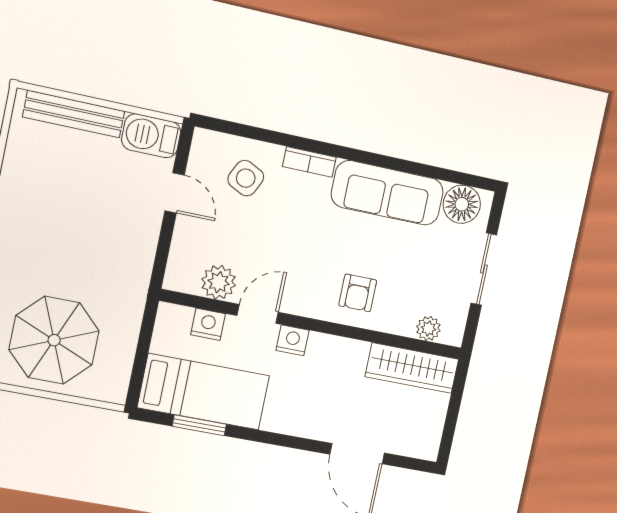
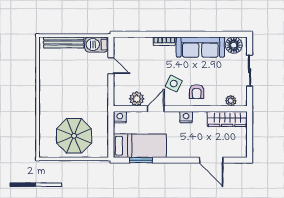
side table: (246, 178) -> (174, 84), moved
nightstand: (208, 324) -> (120, 117), moved
nightstand: (293, 340) -> (186, 117), moved

